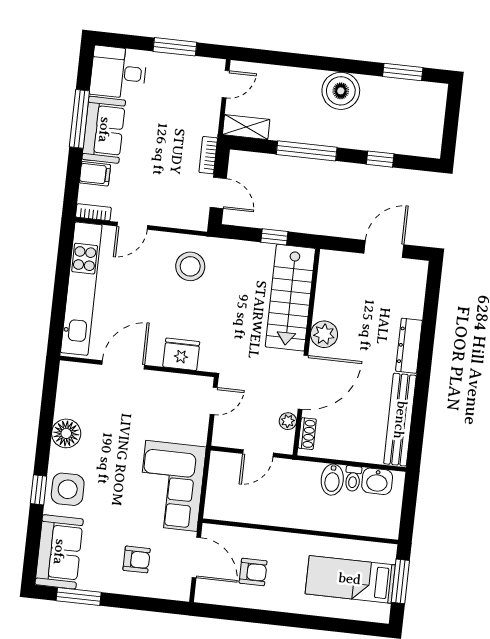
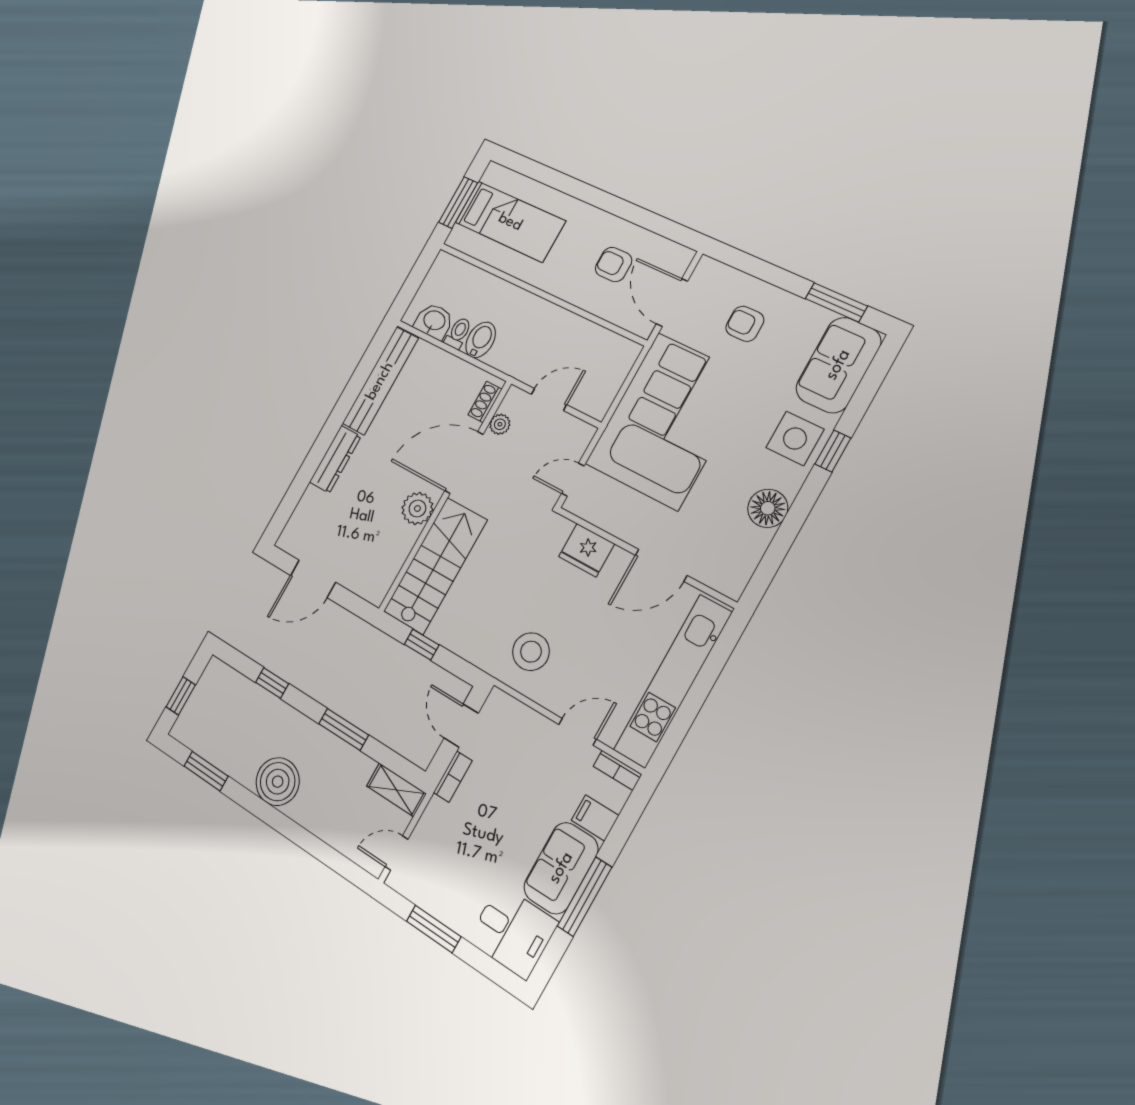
window: (452, 117) -> (181, 696), added
window: (307, 151) -> (344, 729), width x0.69
corner sofa: (171, 486) -> (668, 421), width x1.36, depth x1.36

